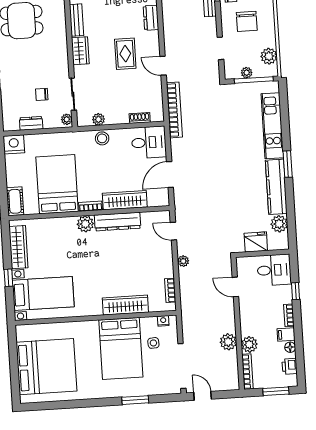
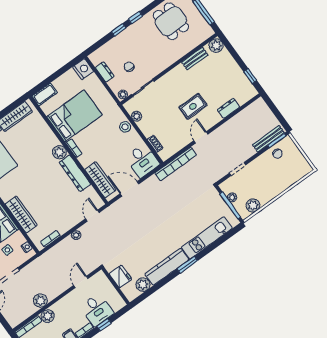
chair: (247, 21) -> (267, 175), removed
wardrobe: (80, 51) -> (176, 74), removed
wardrobe: (125, 200) -> (100, 180), moved
desk: (274, 270) -> (97, 310), moved

